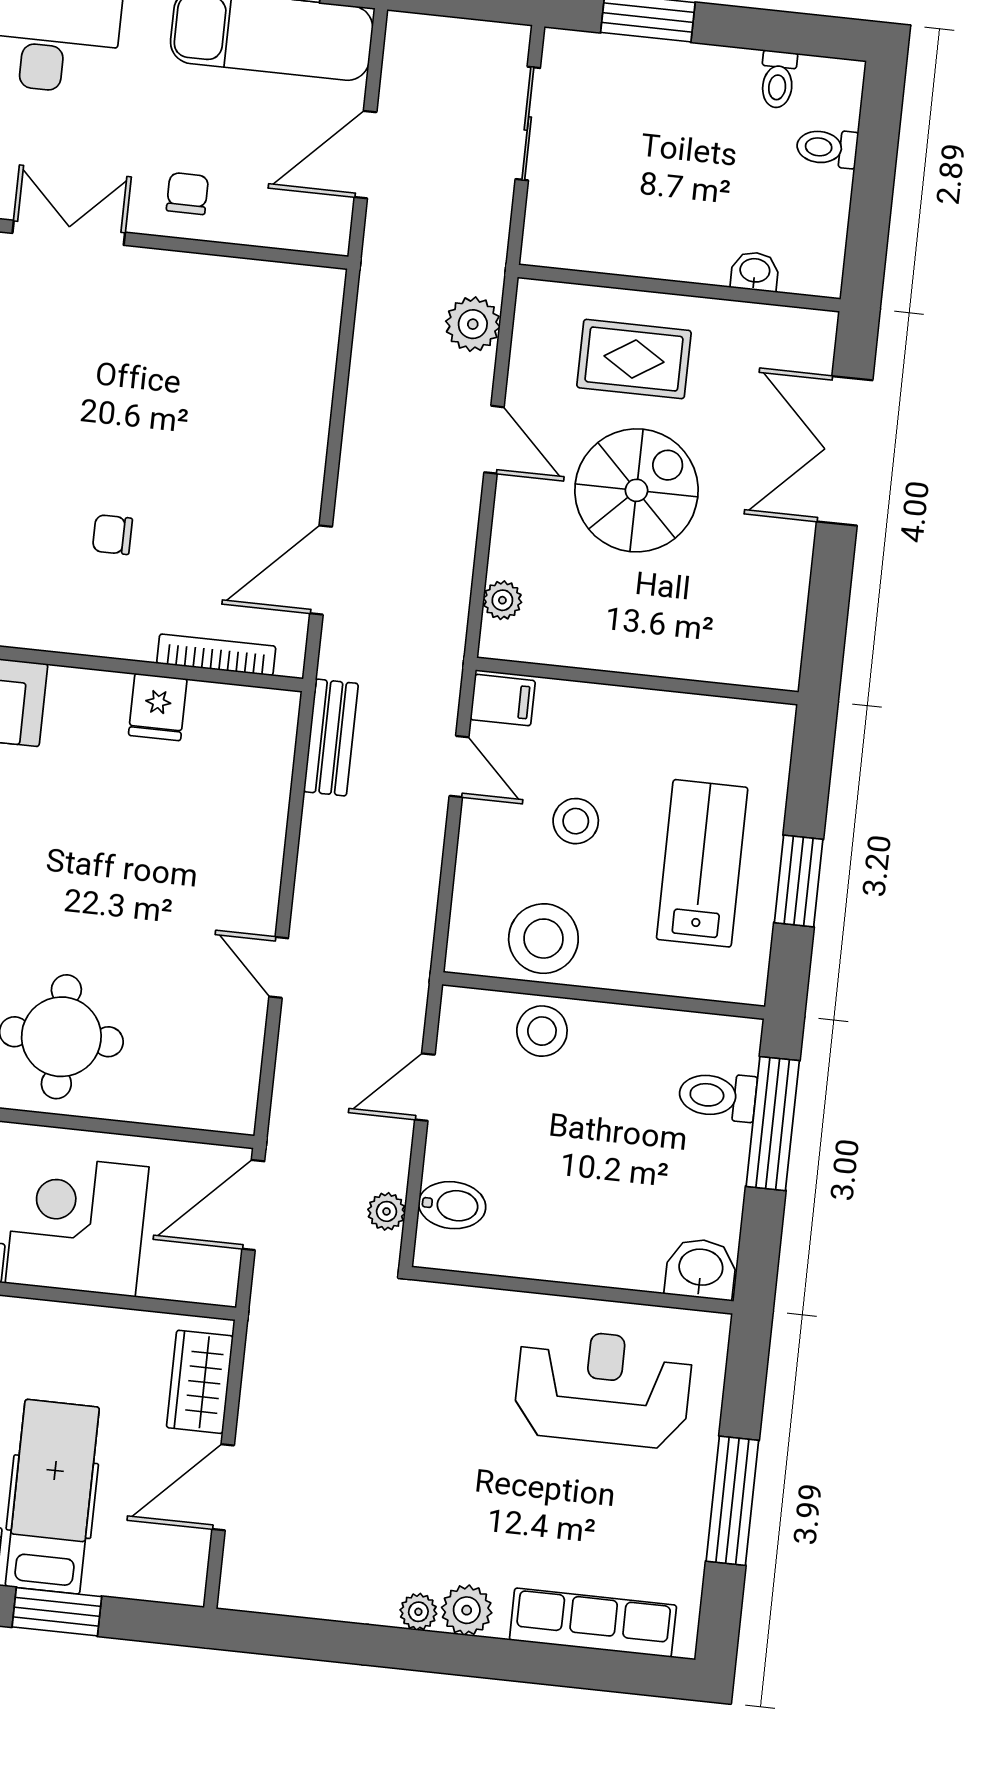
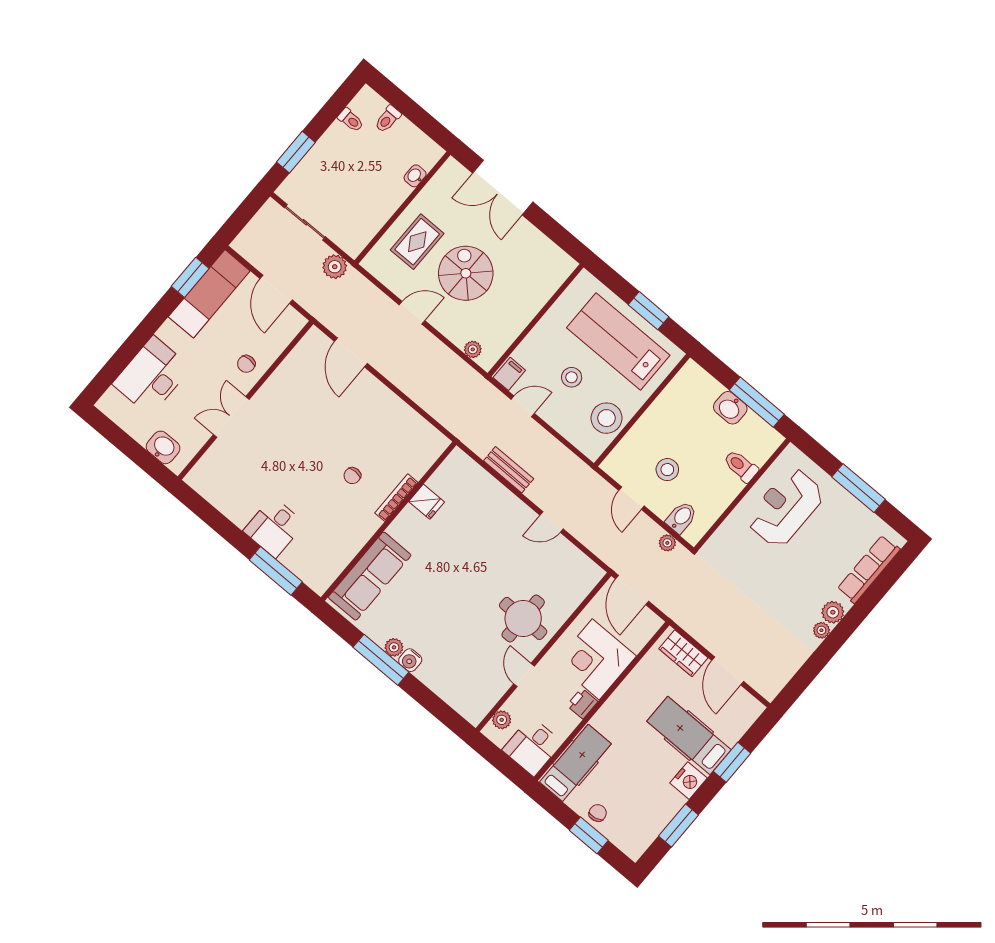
chair: (187, 193) -> (246, 364), turned -90
plant: (473, 324) -> (335, 267), moved
door: (321, 570) -> (351, 352), moved
bookcase: (216, 655) -> (396, 498), moved
bench: (331, 738) -> (509, 470), moved
lab bench: (702, 863) -> (618, 342), width x1.36, depth x1.39
stool: (542, 1031) -> (667, 470), moved
toilet: (718, 1096) -> (741, 466), moved, turned 90
window: (773, 1124) -> (757, 402), moved
washbasin: (701, 1269) -> (730, 408), moved, turned -90

